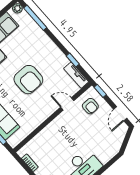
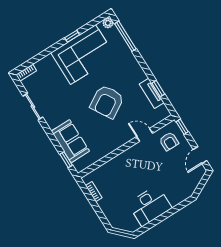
tv unit: (76, 75) -> (152, 93), moved
armchair: (28, 80) -> (107, 102), turned 59

